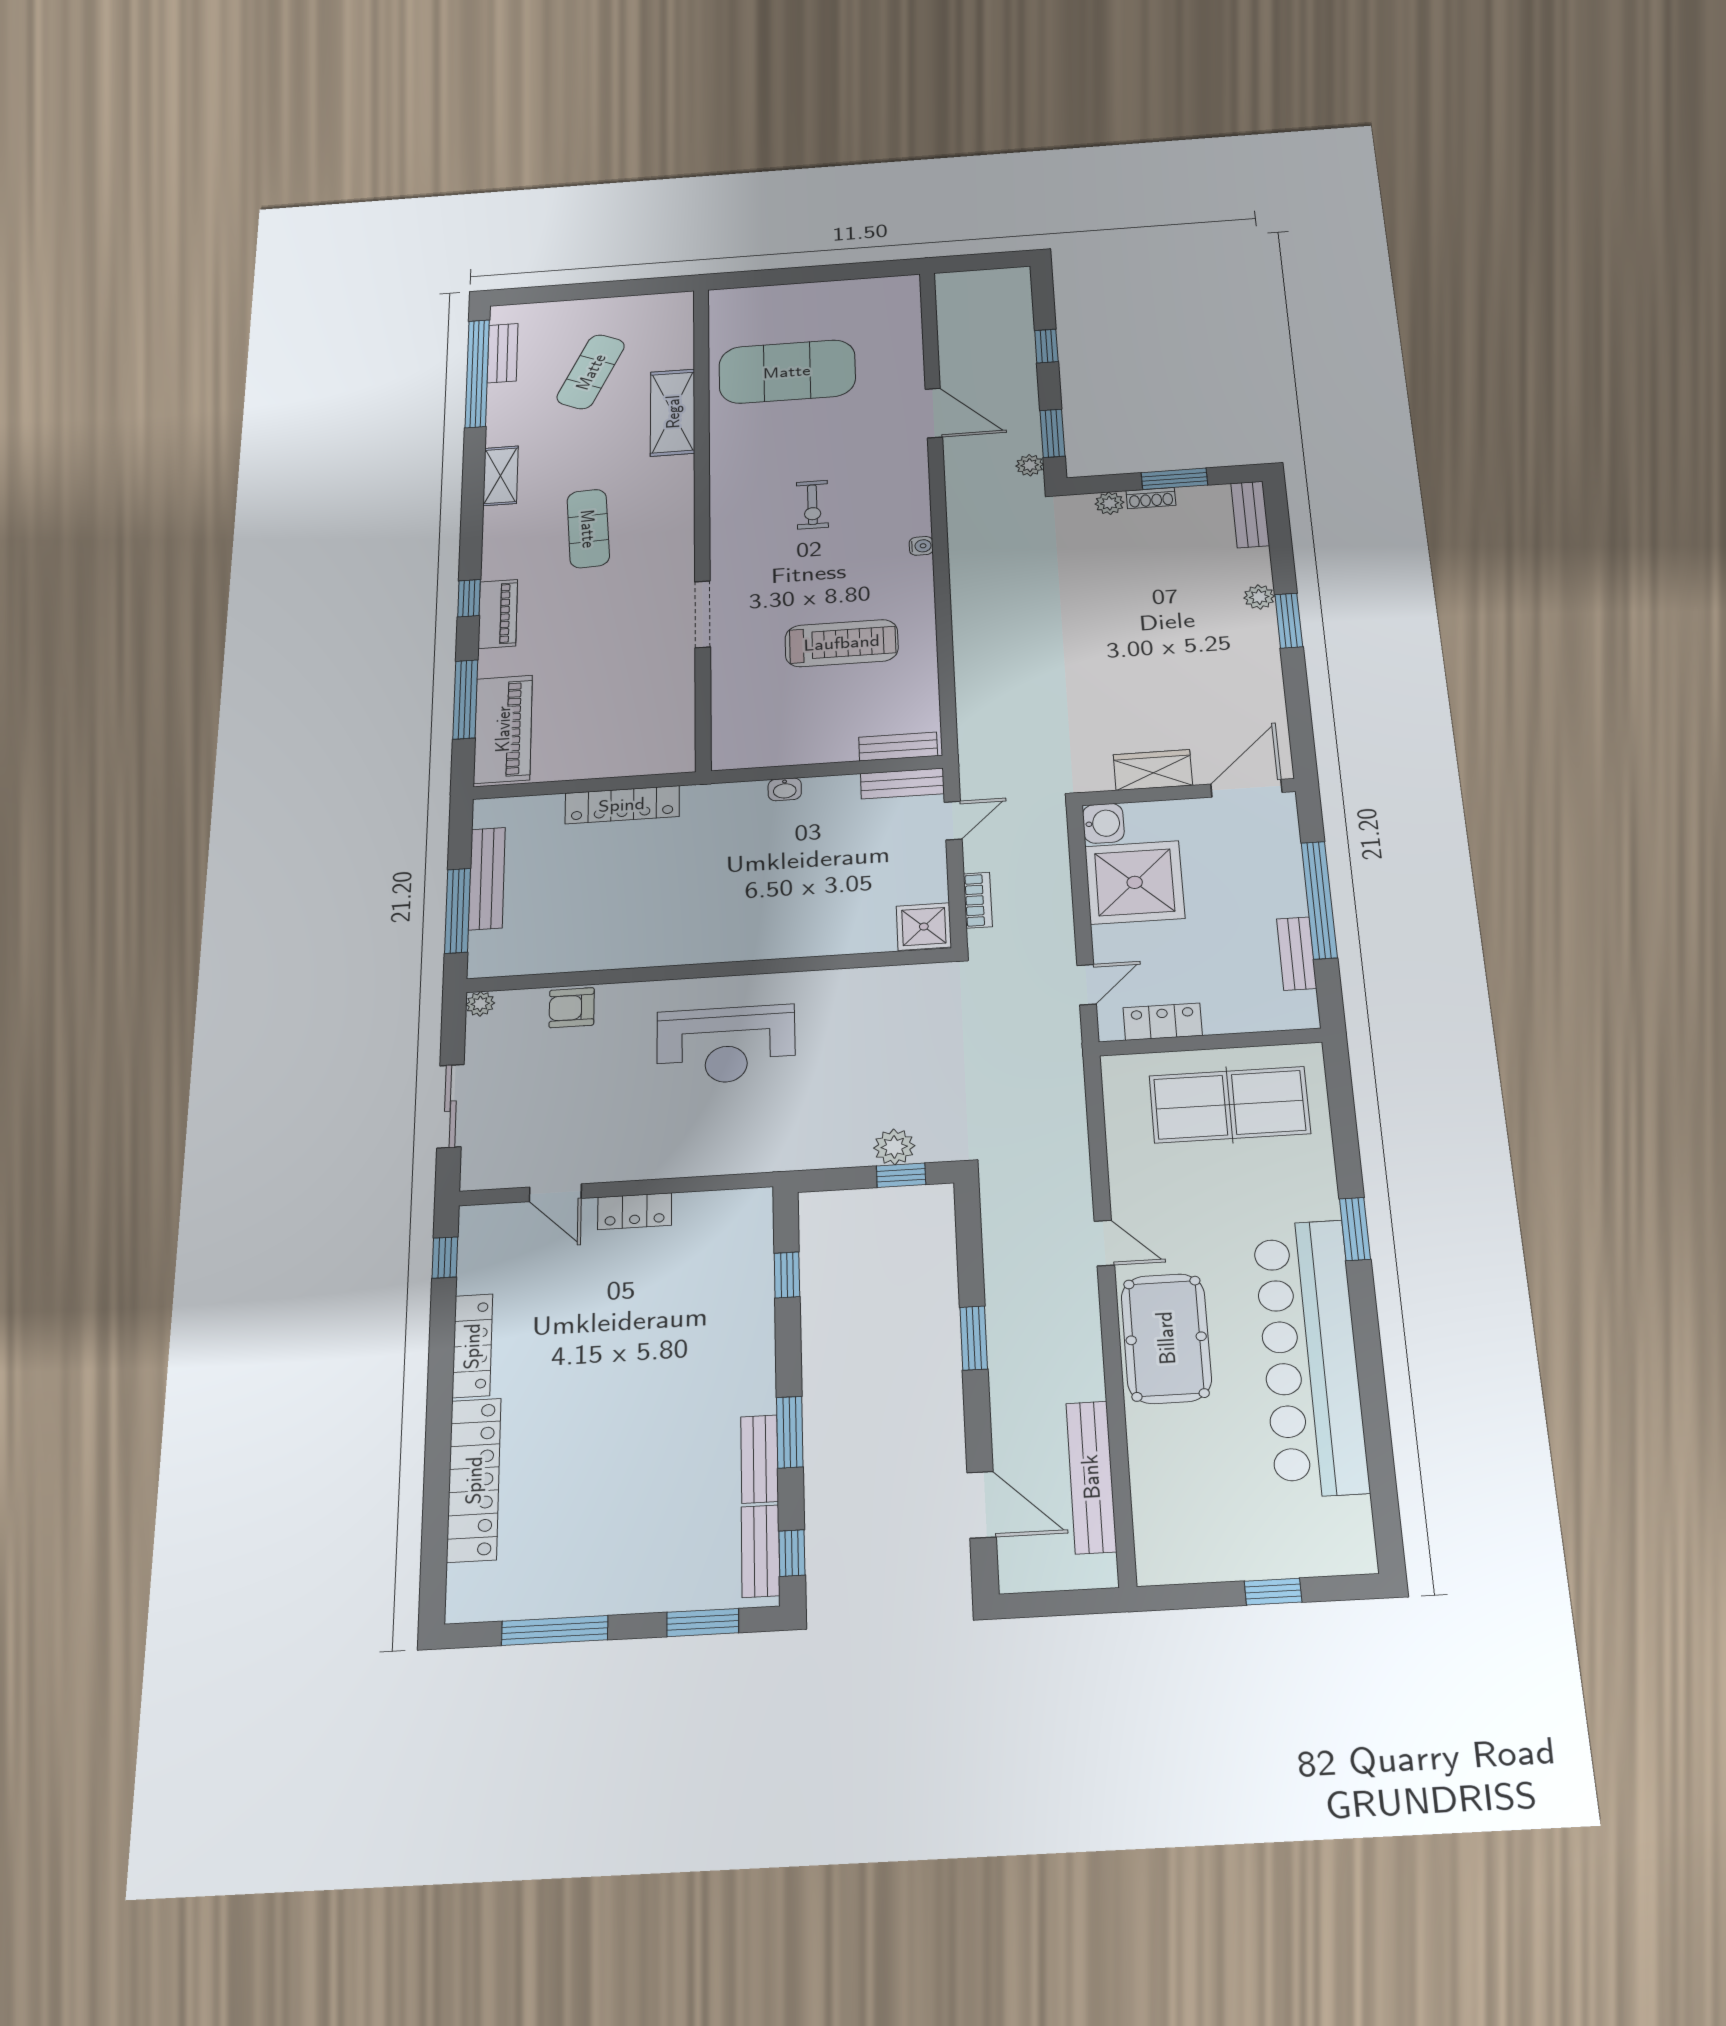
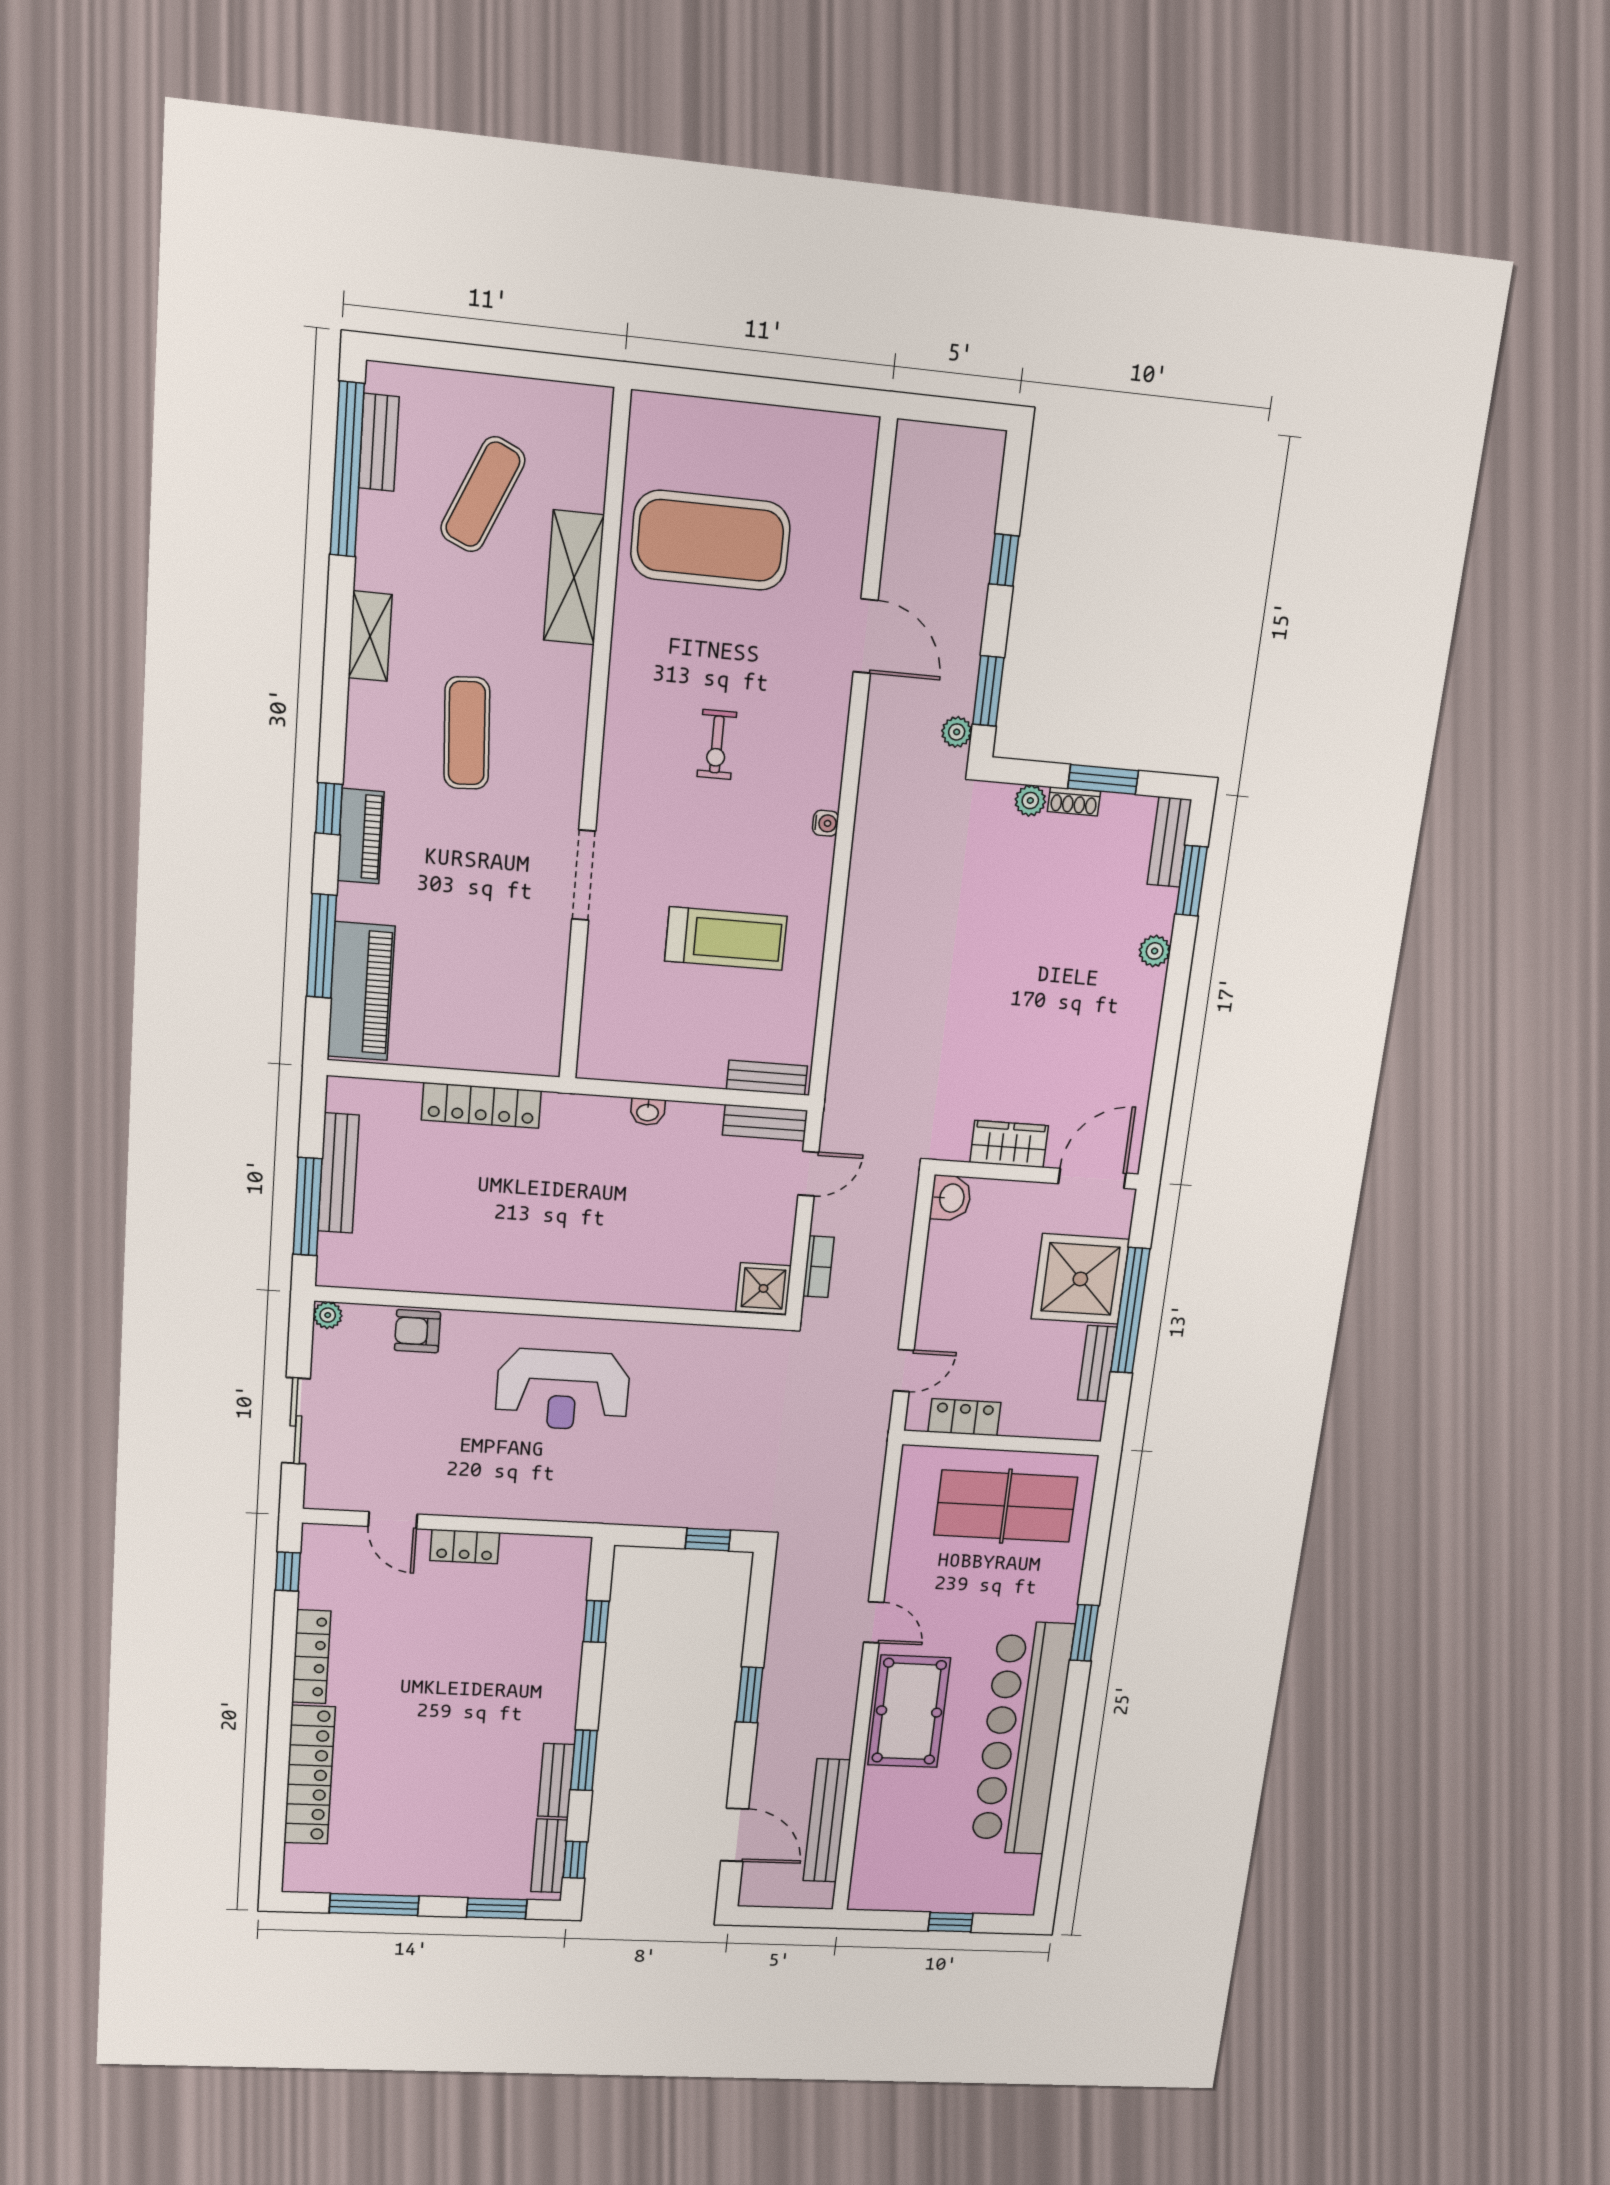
window: (1289, 621) -> (1191, 881), moved
shower: (1135, 882) -> (1080, 1279), moved
plant: (894, 1147) -> (705, 1512), removed

